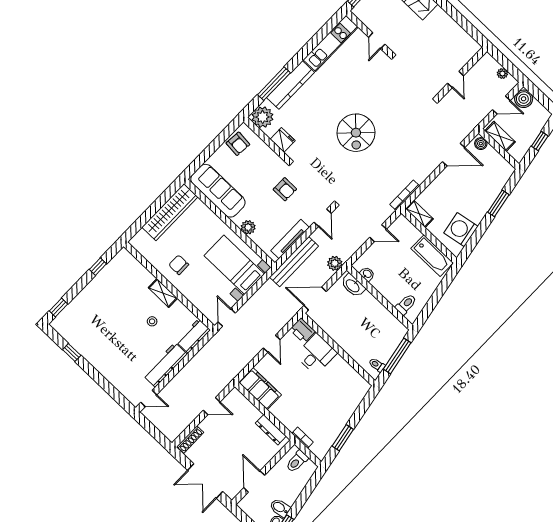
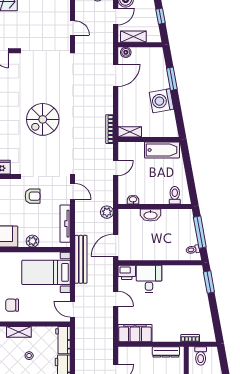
spiral stairs: (356, 133) -> (43, 119), turned 90
washing machine: (461, 230) -> (162, 101), moved
bench: (294, 262) -> (81, 259), moved
washbasin: (353, 286) -> (150, 215), moved
window: (343, 438) -> (209, 282), moved

